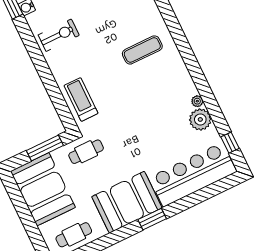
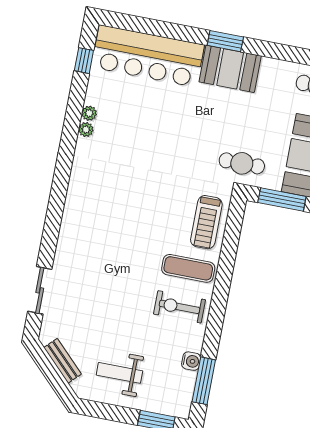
exercise mat: (142, 50) -> (188, 268), moved
plant: (200, 119) -> (89, 113), width x0.53, depth x0.53
booth: (127, 202) -> (230, 69), width x0.73, depth x0.70

